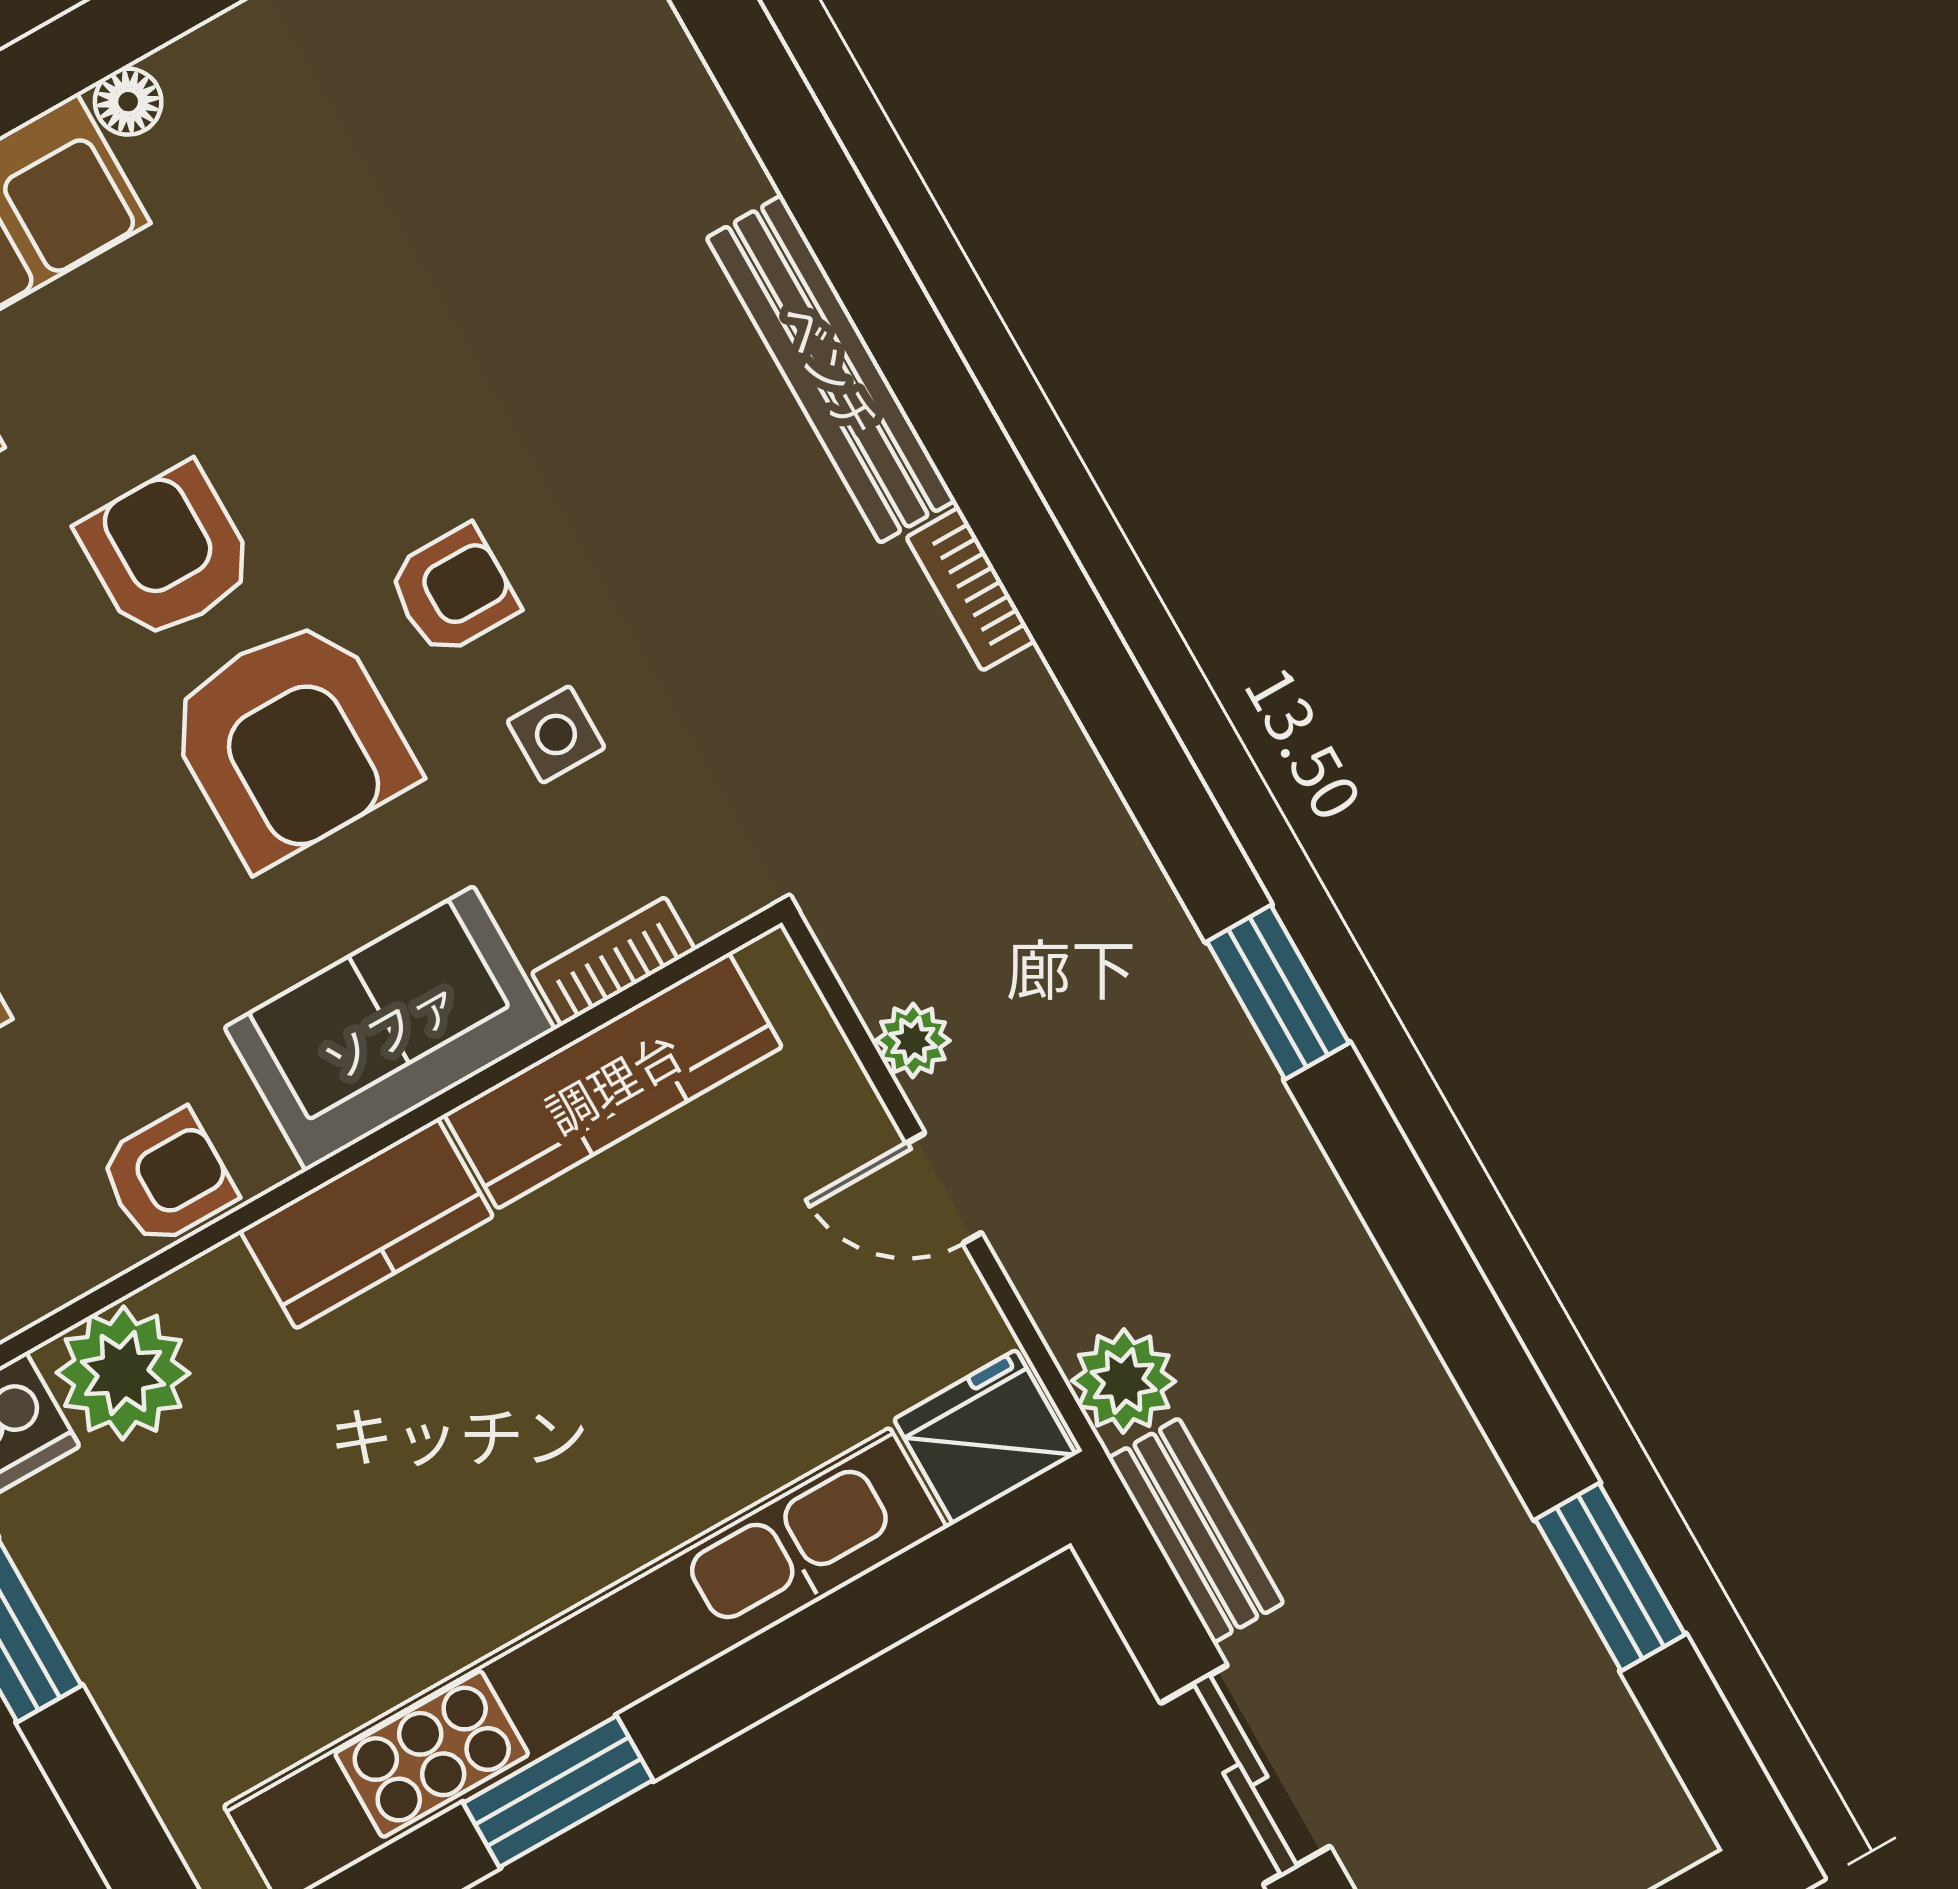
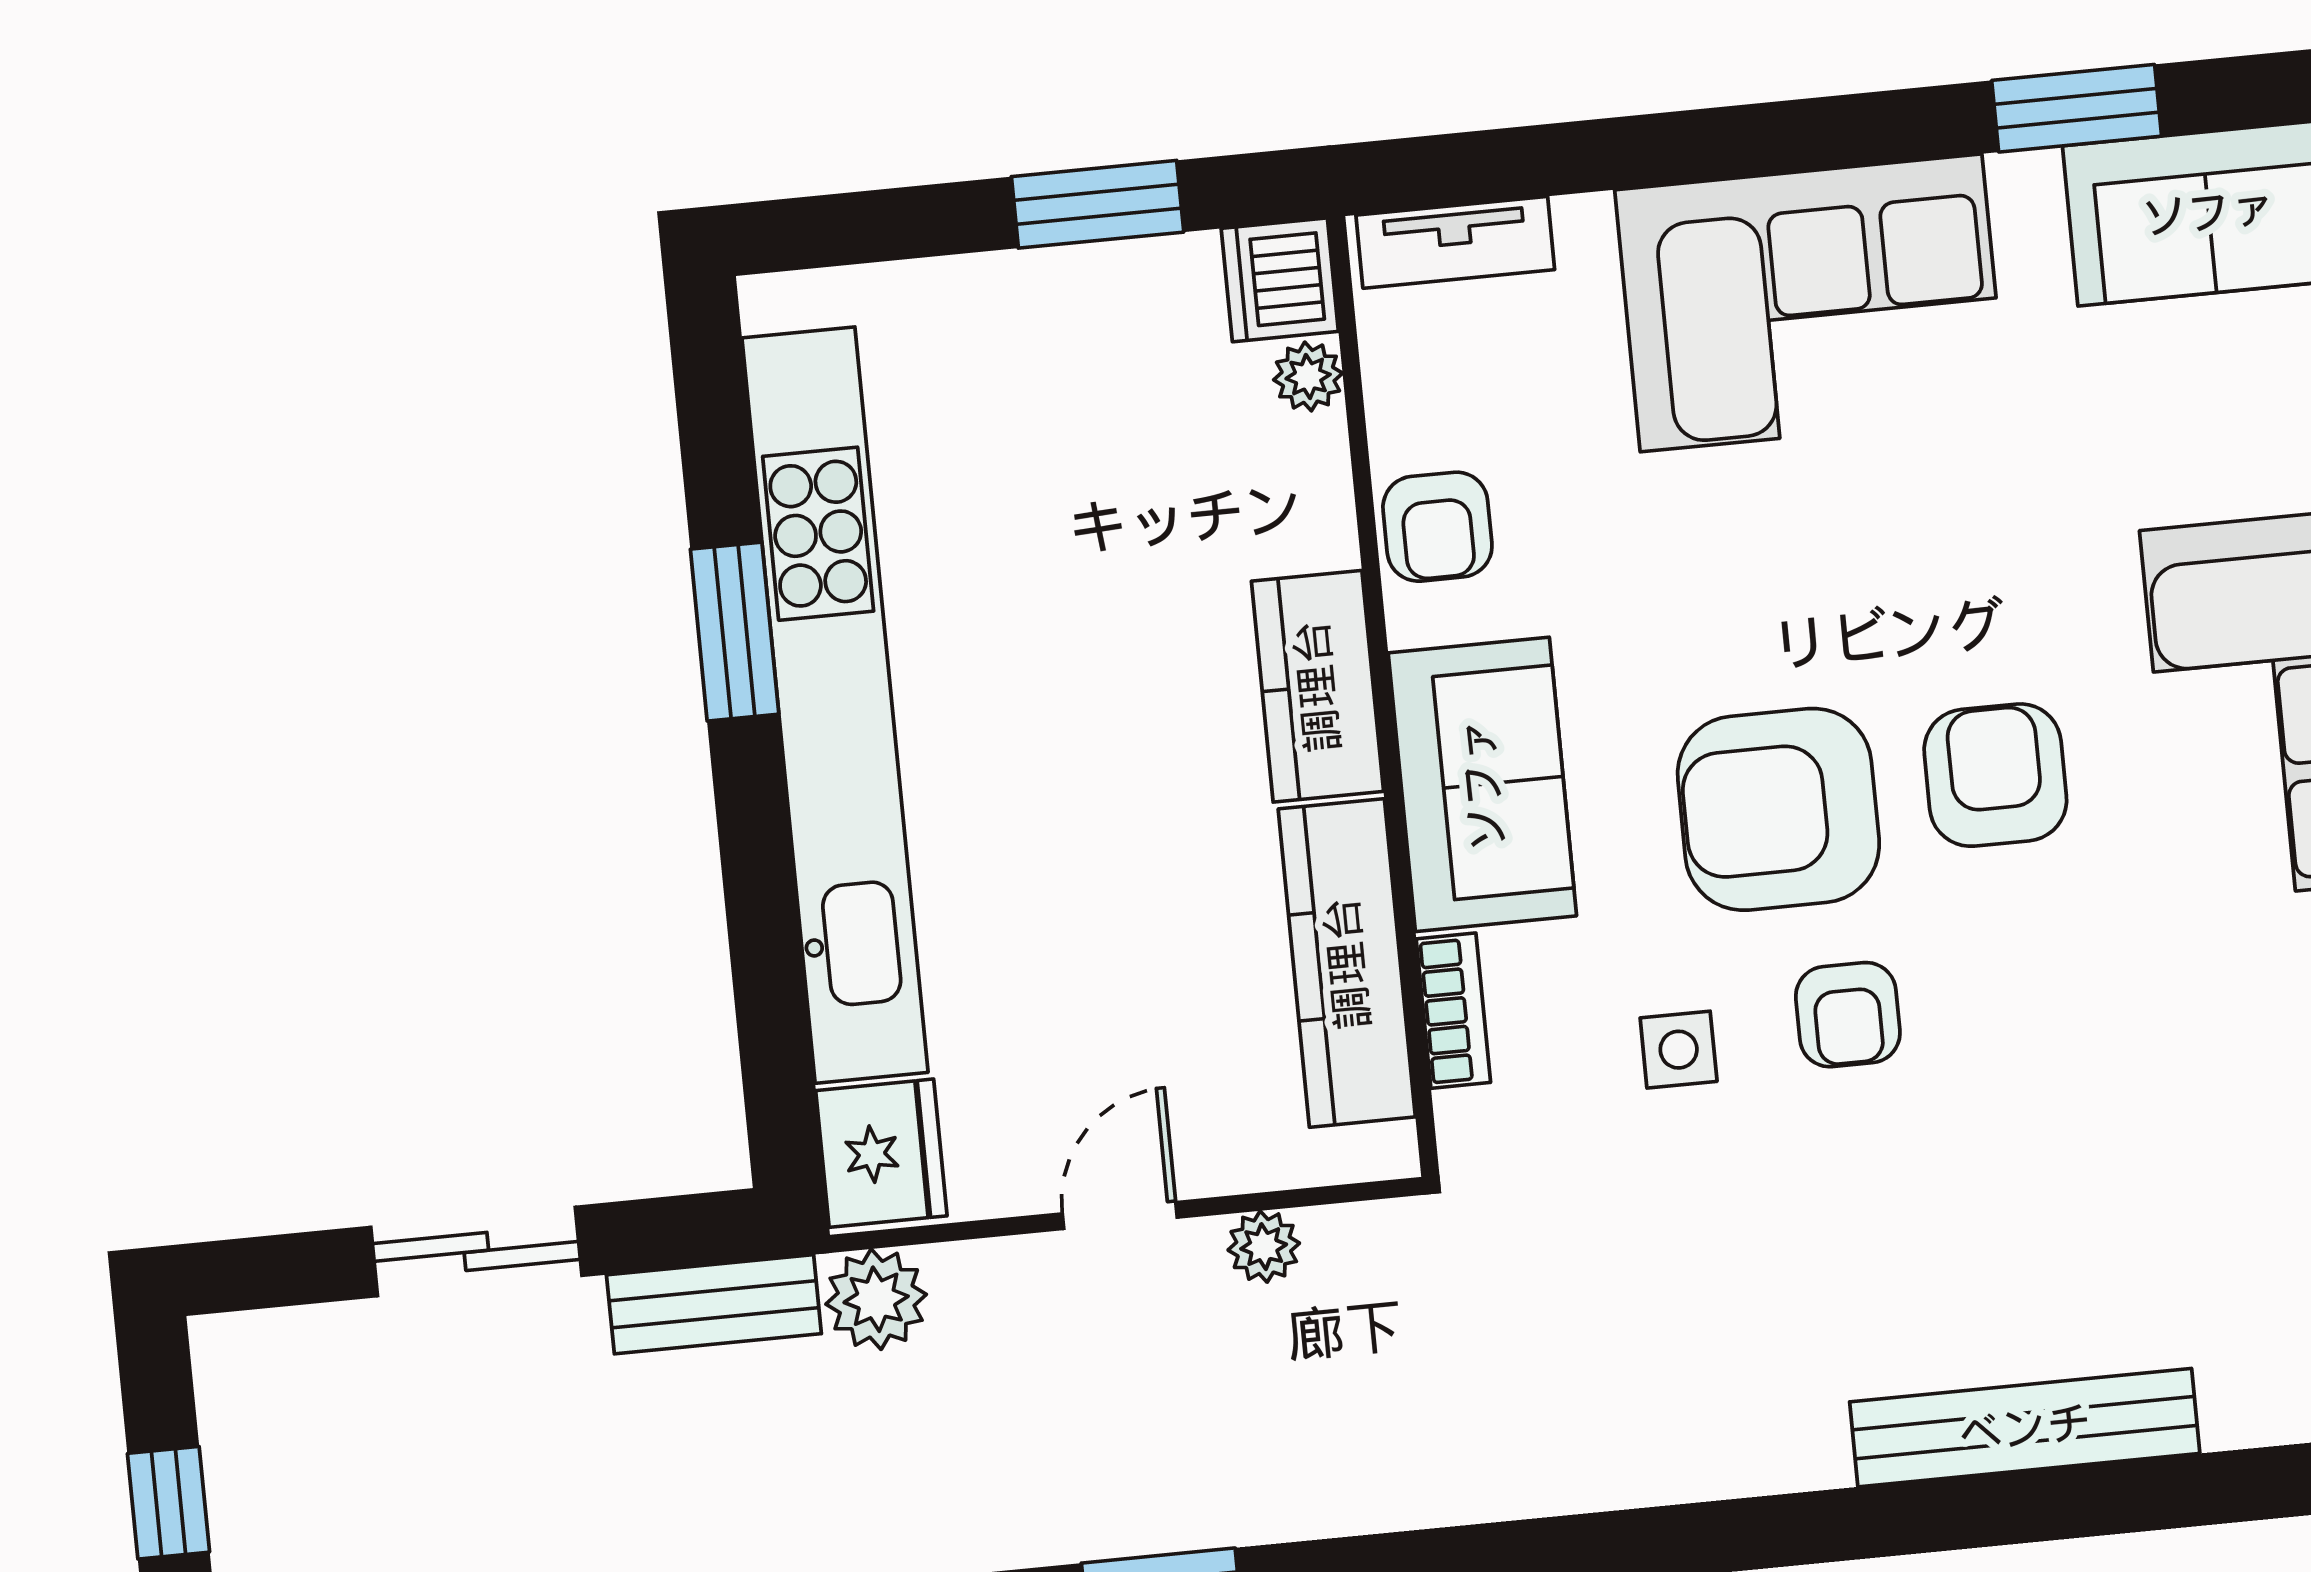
bench: (831, 369) -> (2025, 1428), moved
armchair: (167, 552) -> (1995, 775), turned -90
bookcase: (971, 589) -> (1644, 1478), removed
plant: (123, 1373) -> (1308, 376), width x0.53, depth x0.53

